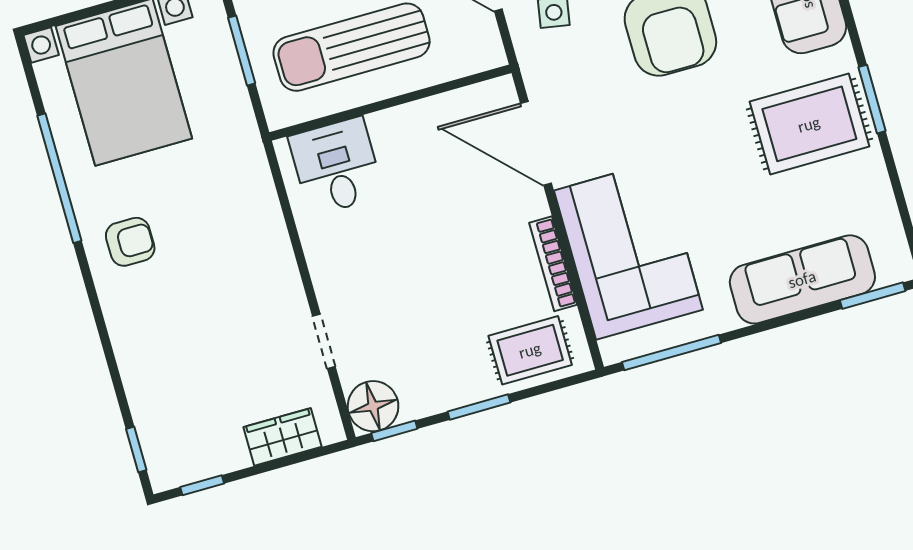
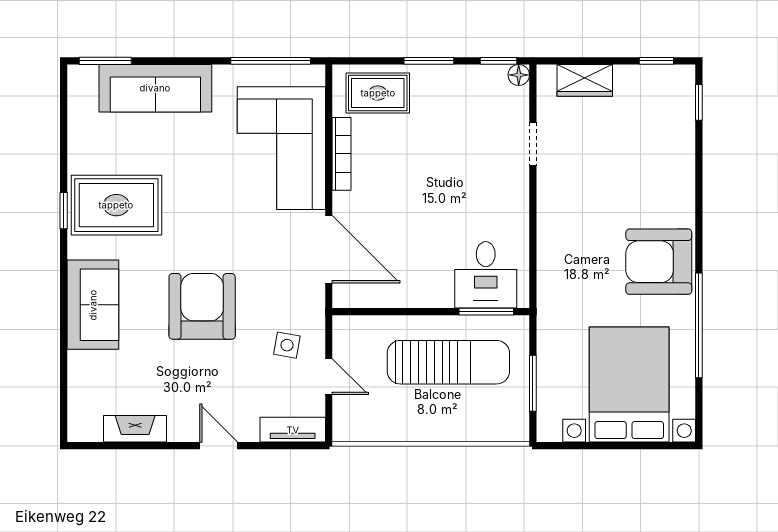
window: (872, 99) -> (64, 211), width x0.67
window: (323, 122) -> (486, 312), added
armchair: (130, 242) -> (659, 262), width x1.88, depth x1.88
floor lamp: (373, 406) -> (519, 75), width x0.53, depth x0.53

